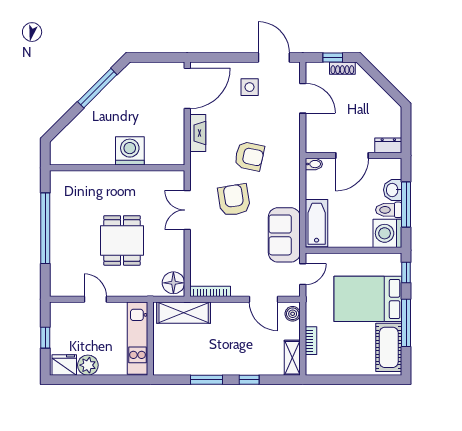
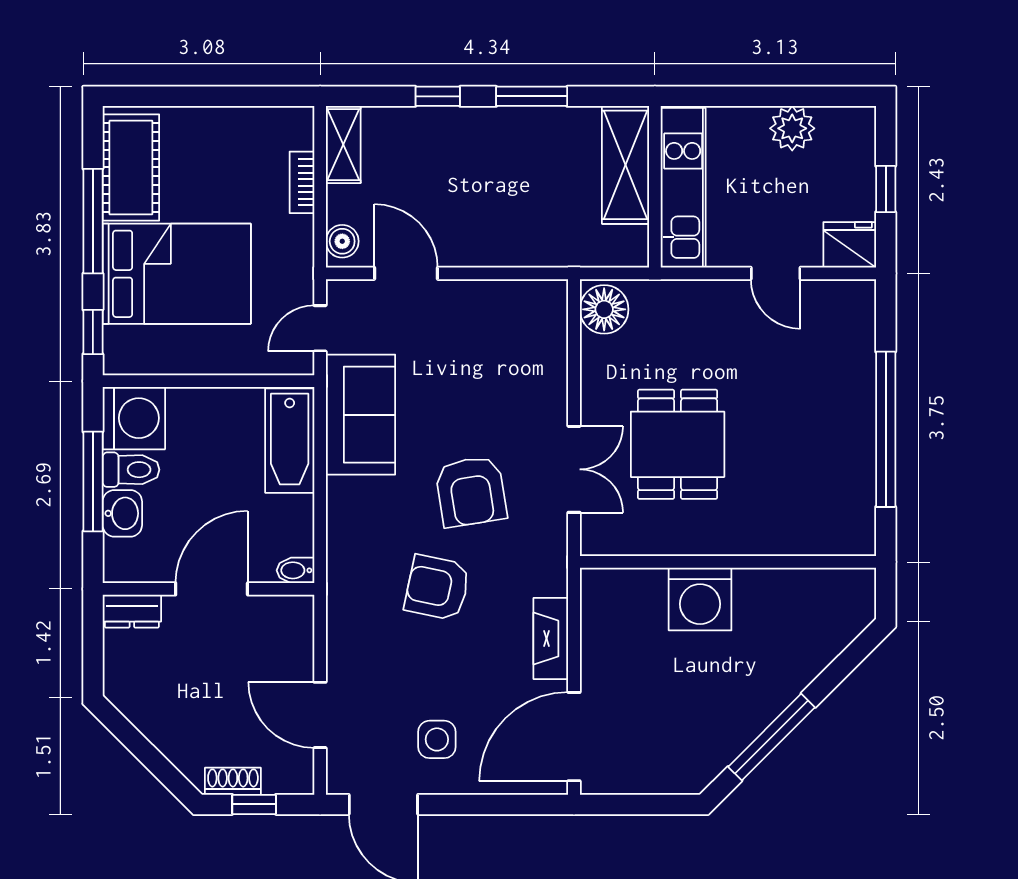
dining table: (122, 240) -> (678, 444), moved
bookcase: (210, 291) -> (523, 291), removed
shelving: (184, 313) -> (625, 165), moved, turned 90
fridge: (64, 365) -> (850, 245), moved, turned 180

